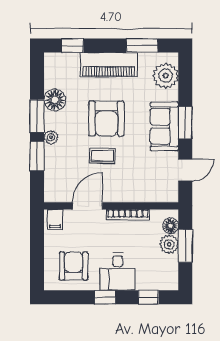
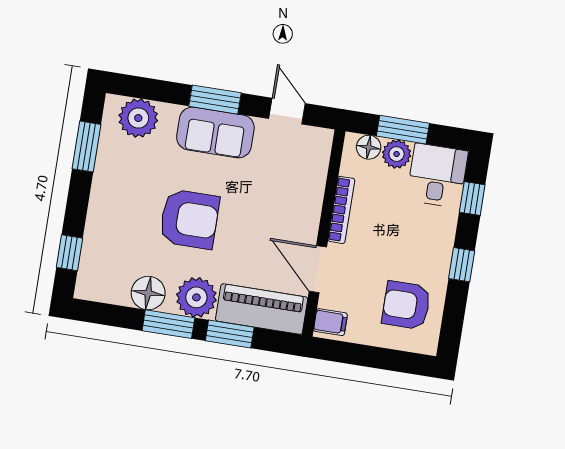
piano: (109, 65) -> (262, 309), moved, turned -90
plant: (51, 137) -> (196, 297), width x1.87, depth x1.87
coffee table: (102, 156) -> (245, 234), removed
desk: (118, 271) -> (437, 175), moved, turned -90

